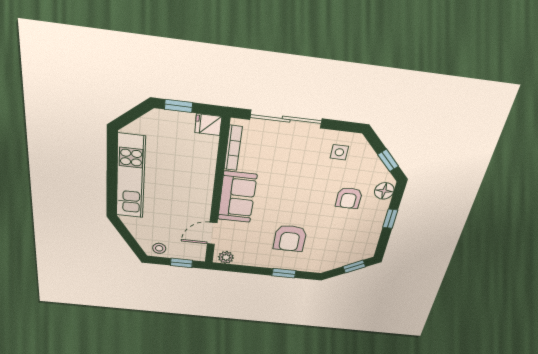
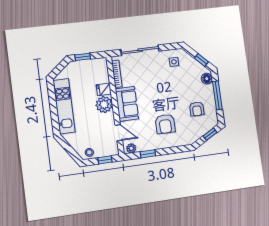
fridge: (208, 125) -> (104, 89), moved
plant: (199, 189) -> (104, 104), added
armchair: (349, 198) -> (197, 109), moved
window: (390, 219) -> (217, 95), width x2.17
door: (212, 233) -> (119, 133), swing flipped
window: (284, 273) -> (148, 154), moved

